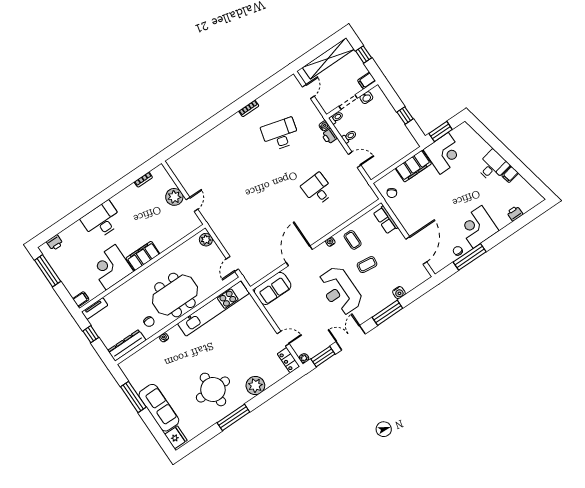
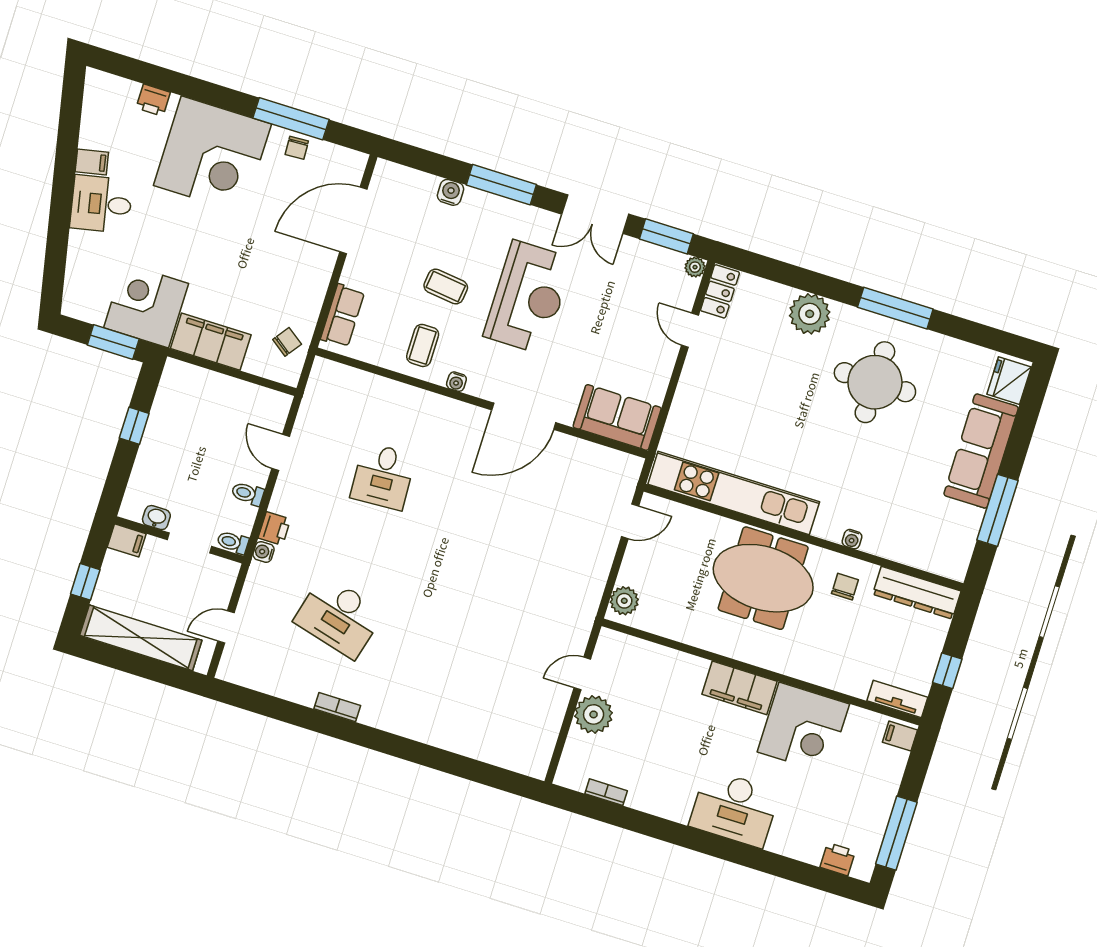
corner desk: (477, 227) -> (212, 155), width x1.36, depth x1.36

